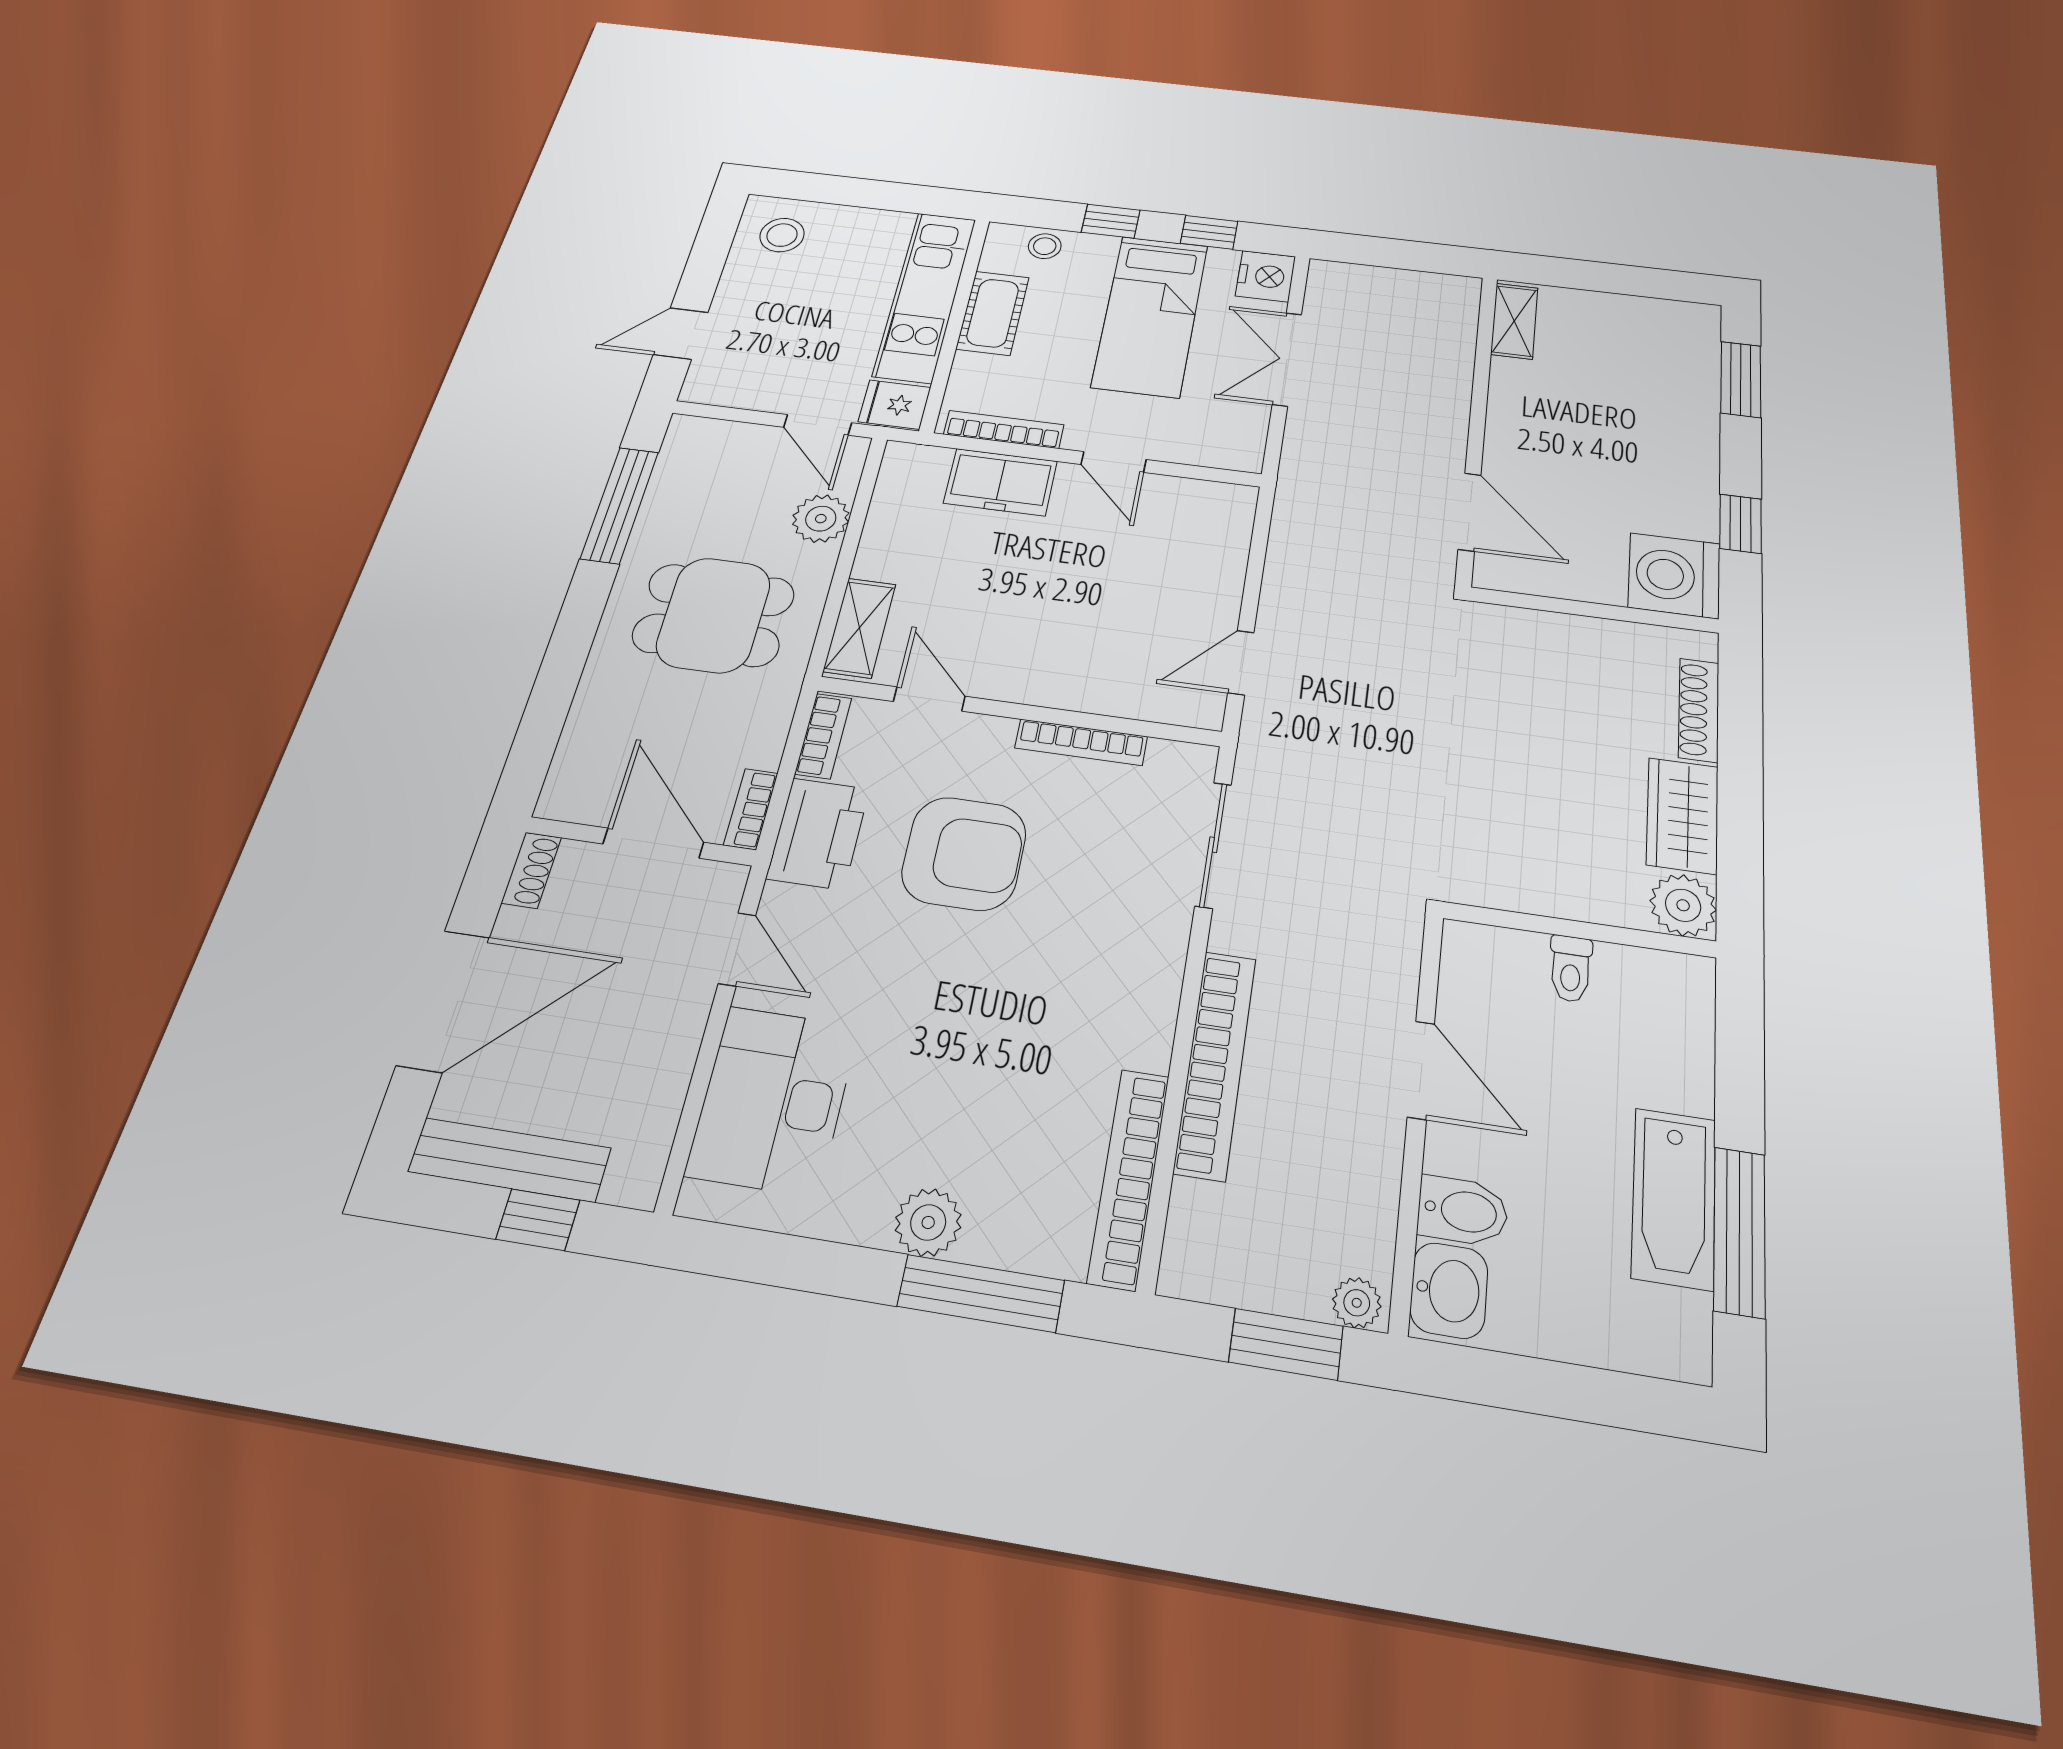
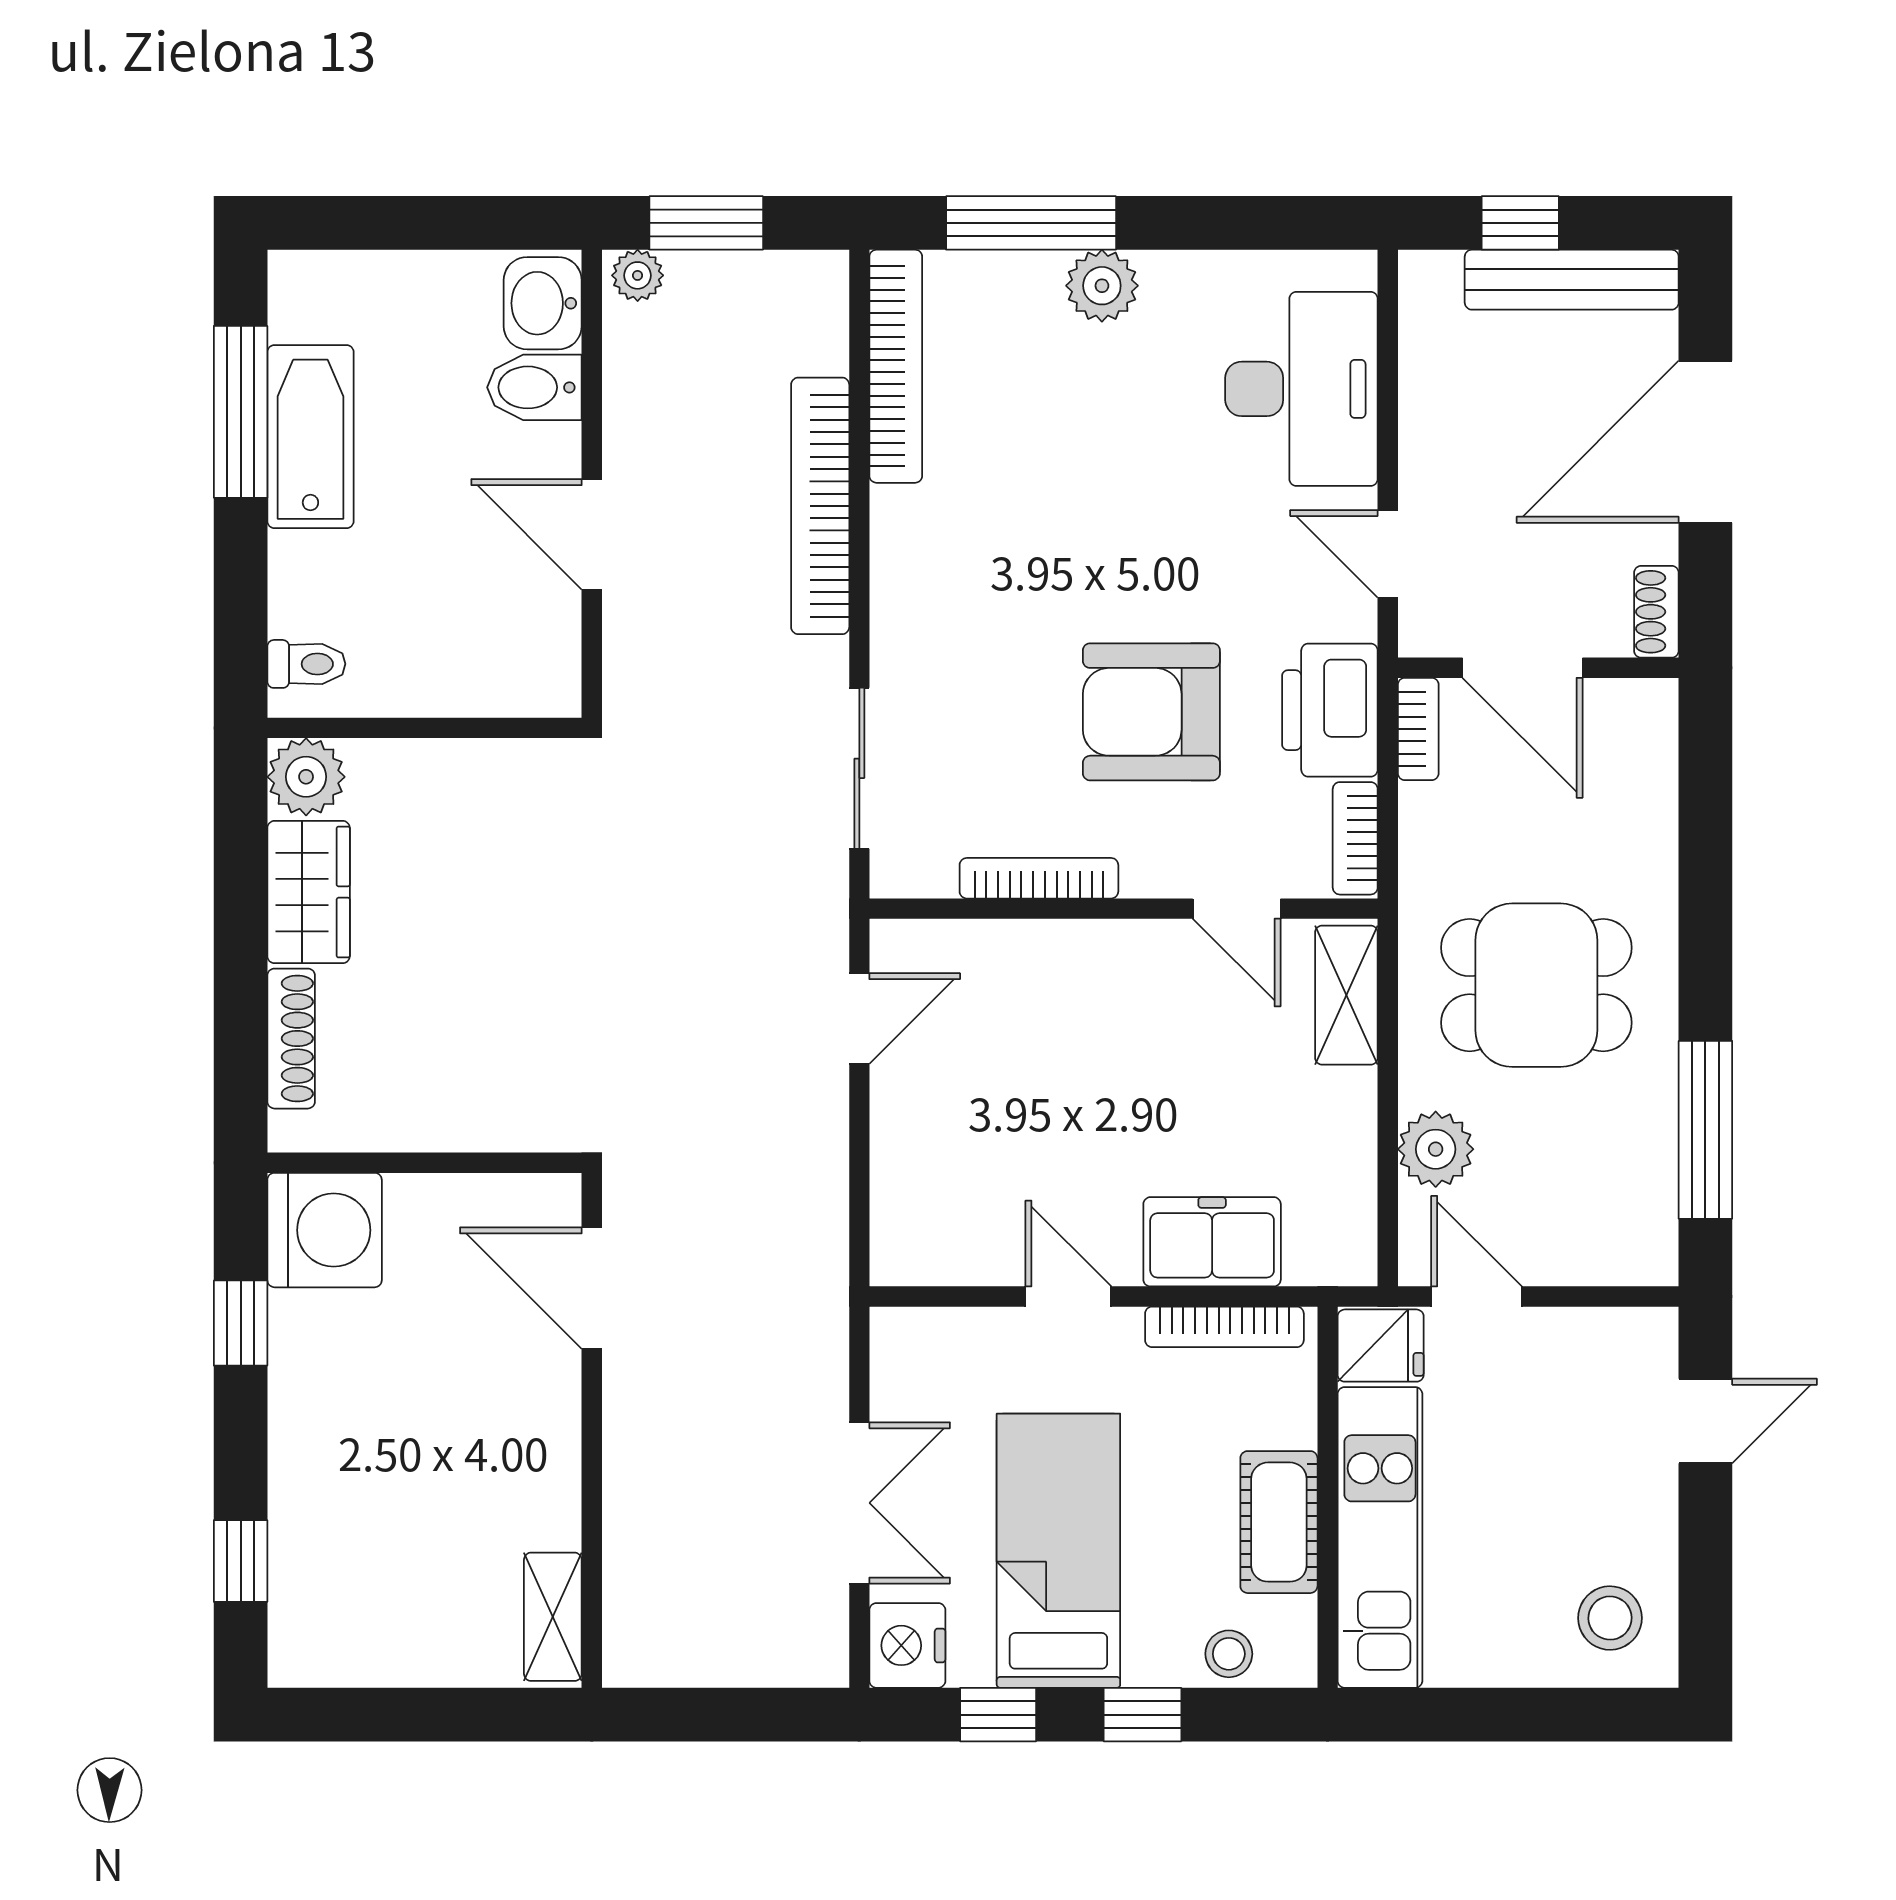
window: (1741, 379) -> (241, 1561), width x0.67
toilet: (1571, 969) -> (306, 664), moved, turned 90

